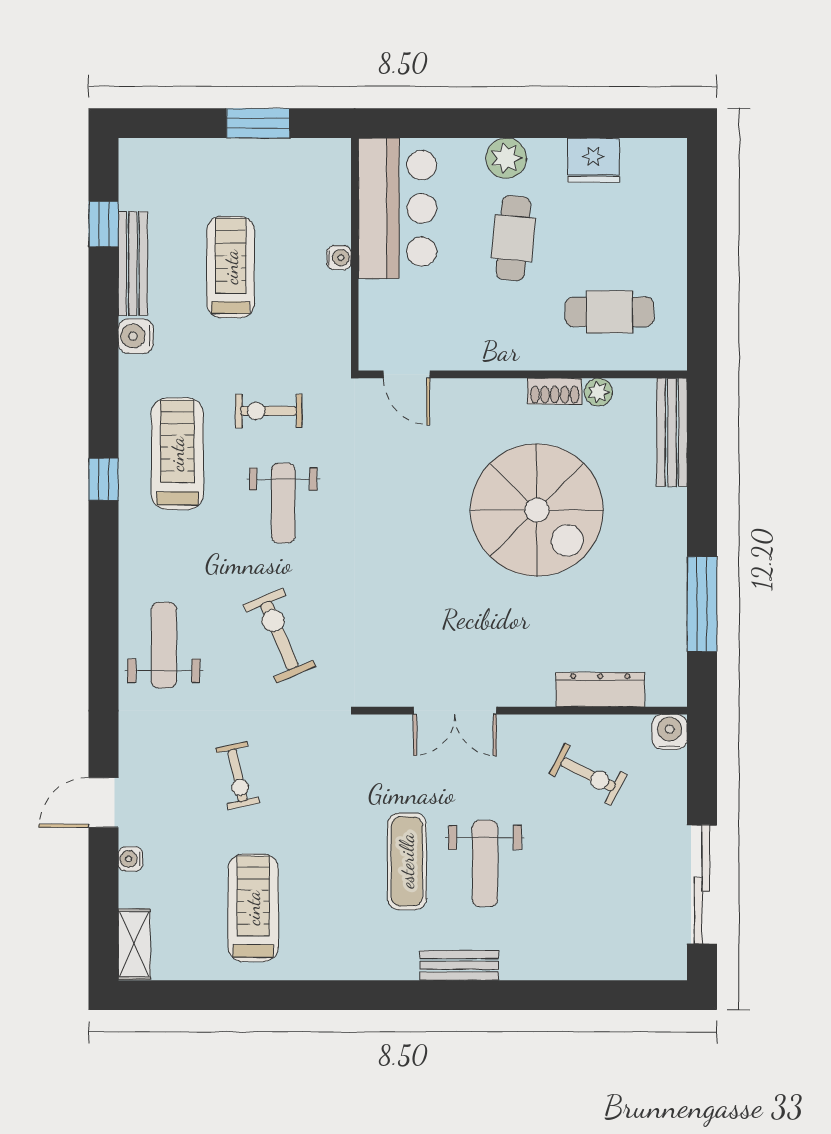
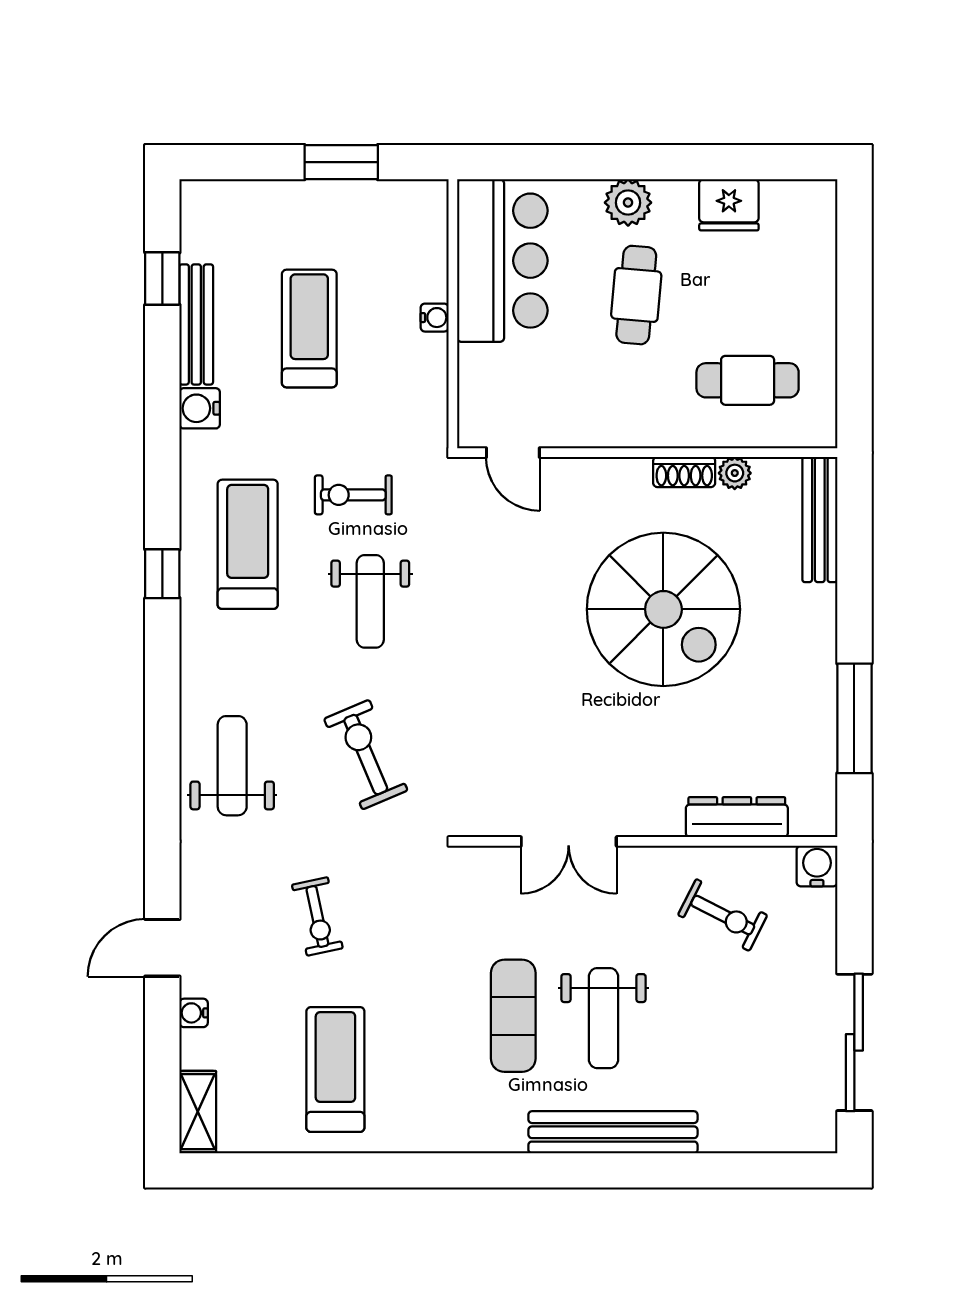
bench: (459, 965) -> (613, 1132), width x1.86, depth x1.21

